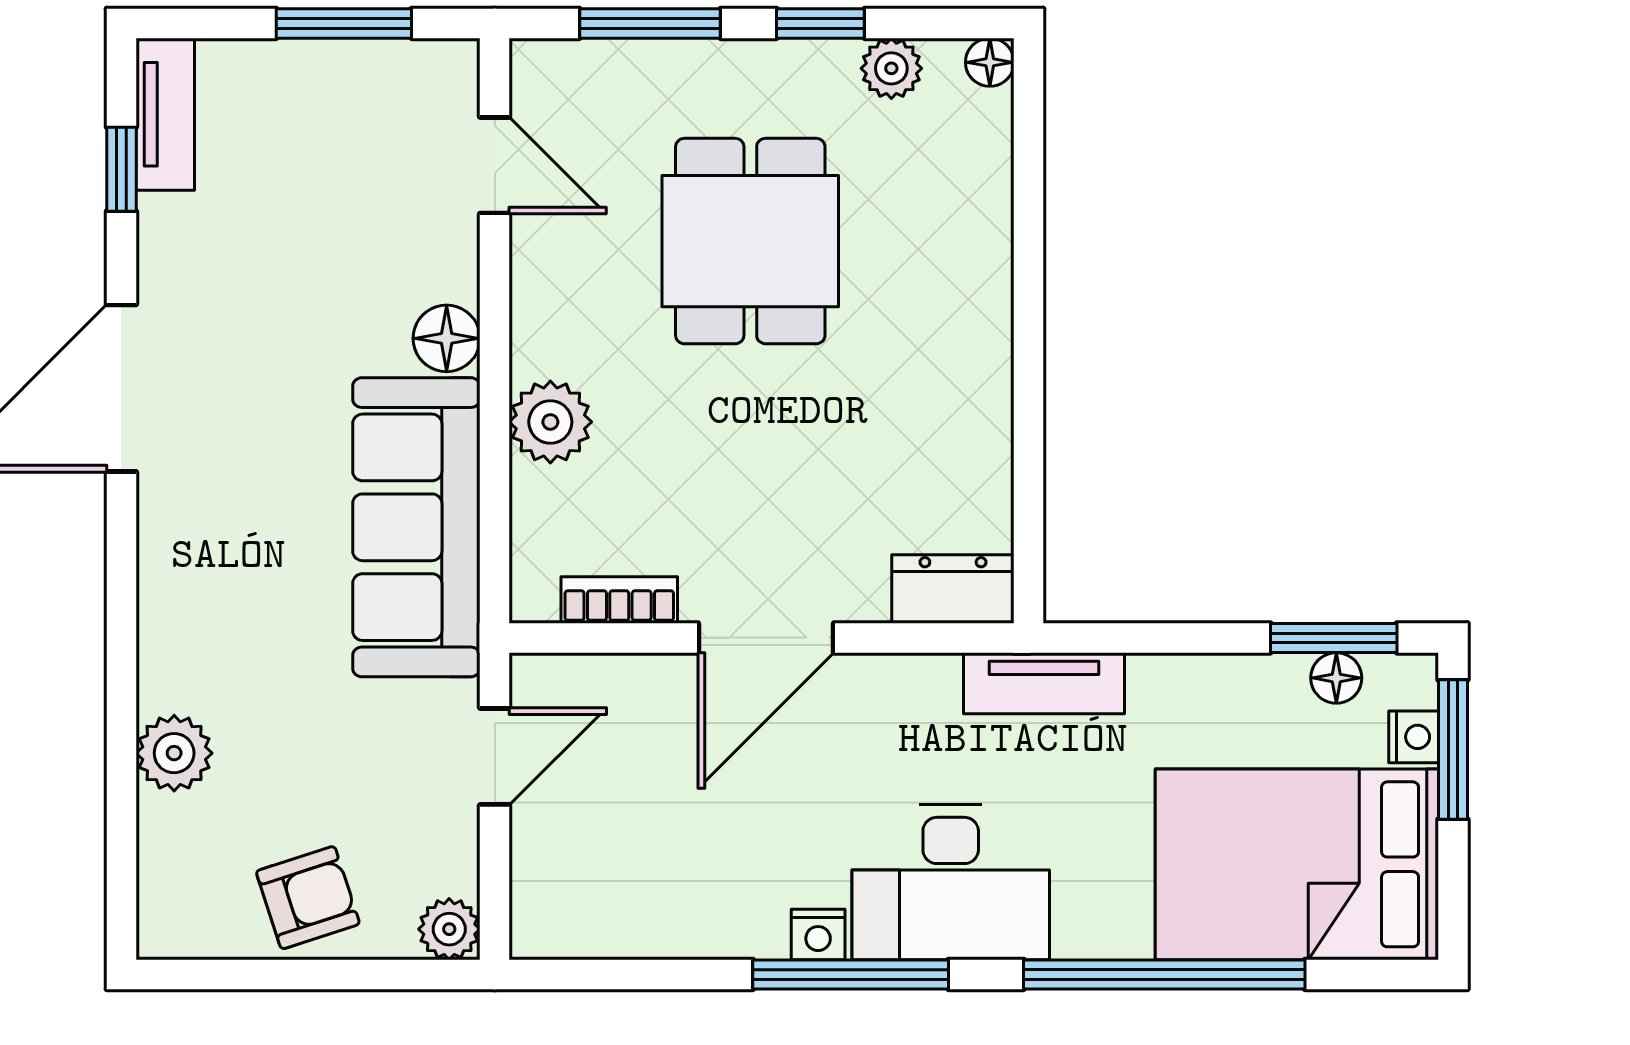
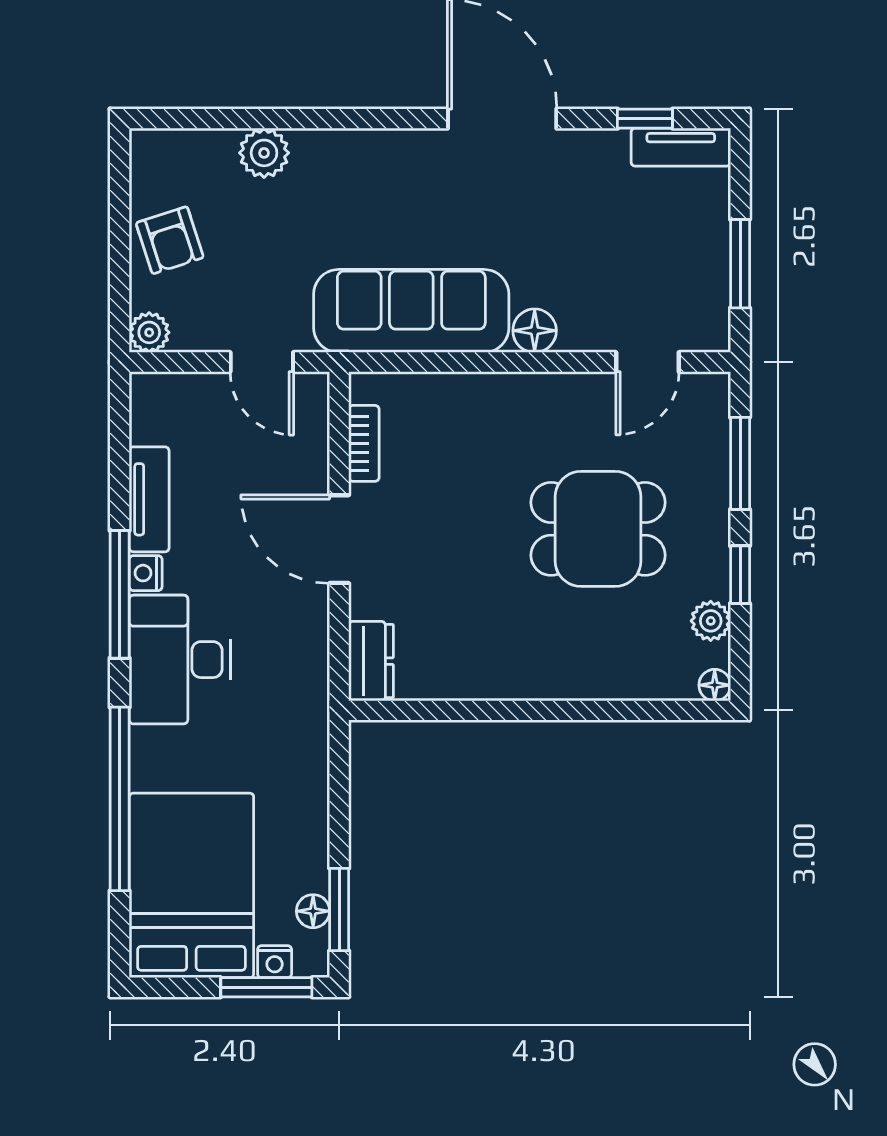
plant: (550, 422) -> (480, 398), removed
tv unit: (1044, 683) -> (149, 499), moved, turned 180

